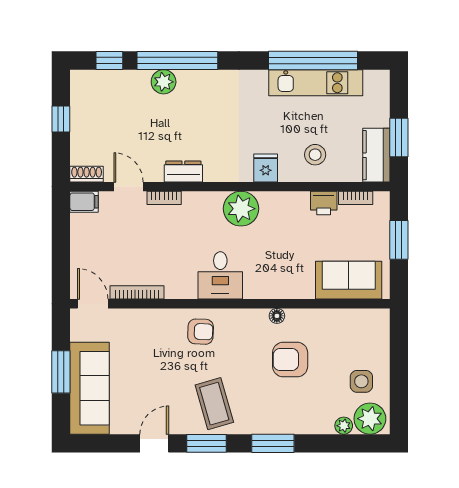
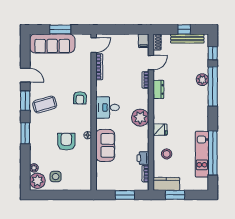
bench: (80, 112) -> (187, 39), added
sofa: (349, 280) -> (105, 145), moved

